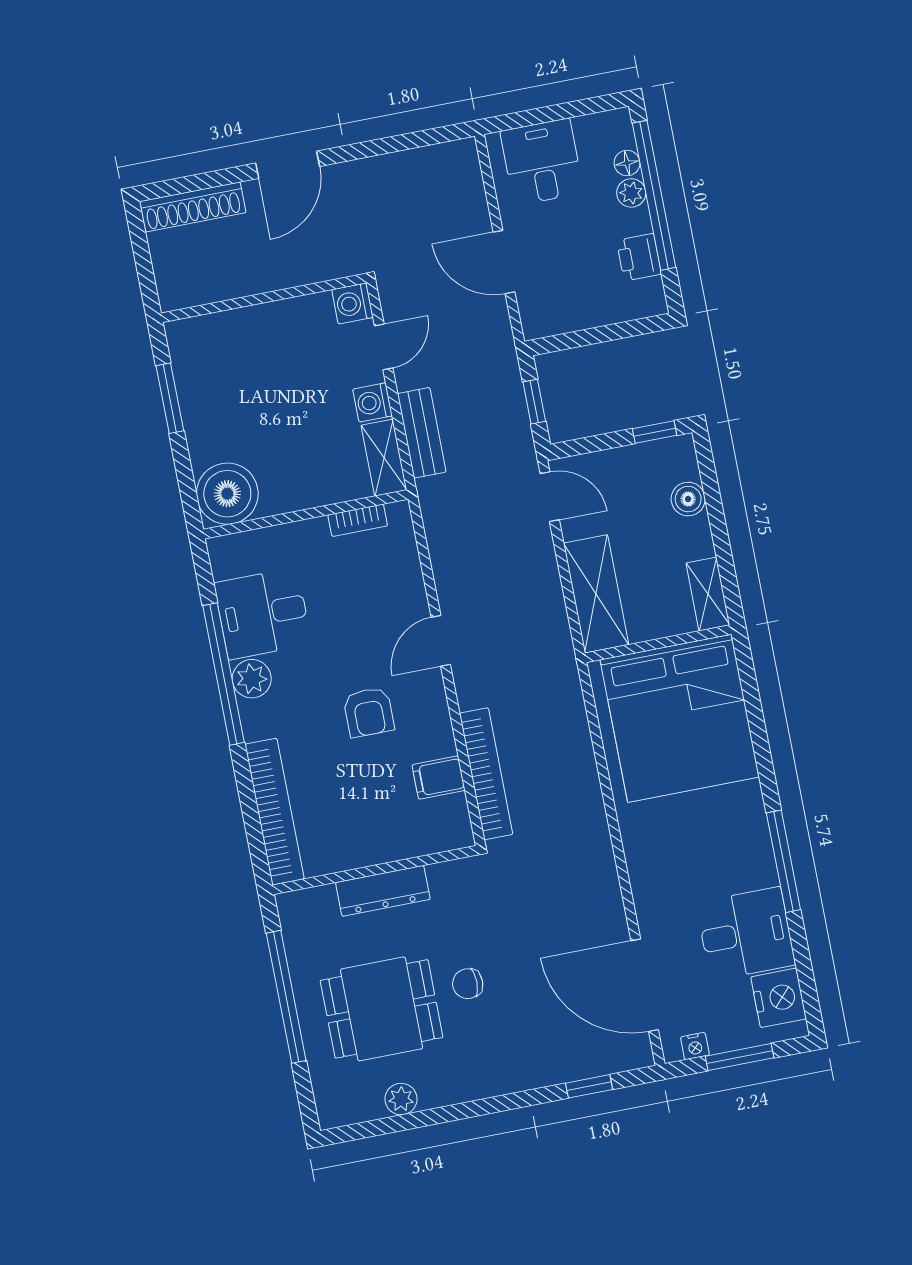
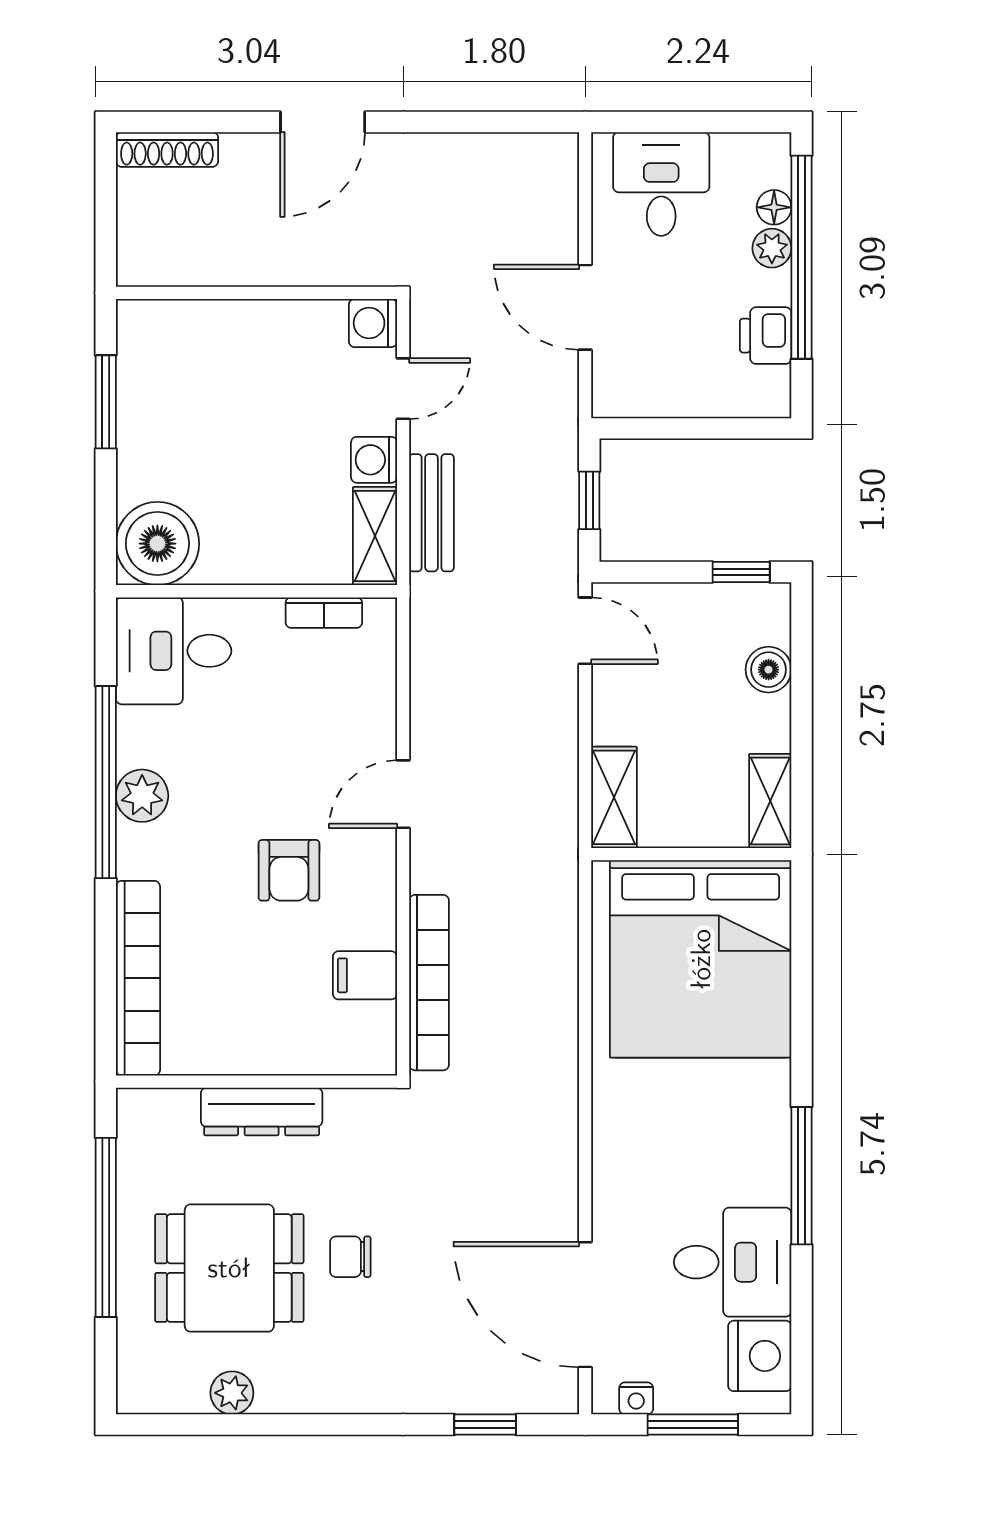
shoe rack: (193, 207) -> (167, 149), width x0.74, depth x0.81
shelving: (596, 594) -> (614, 797), width x0.67, depth x0.75
desk: (263, 614) -> (174, 651), moved

